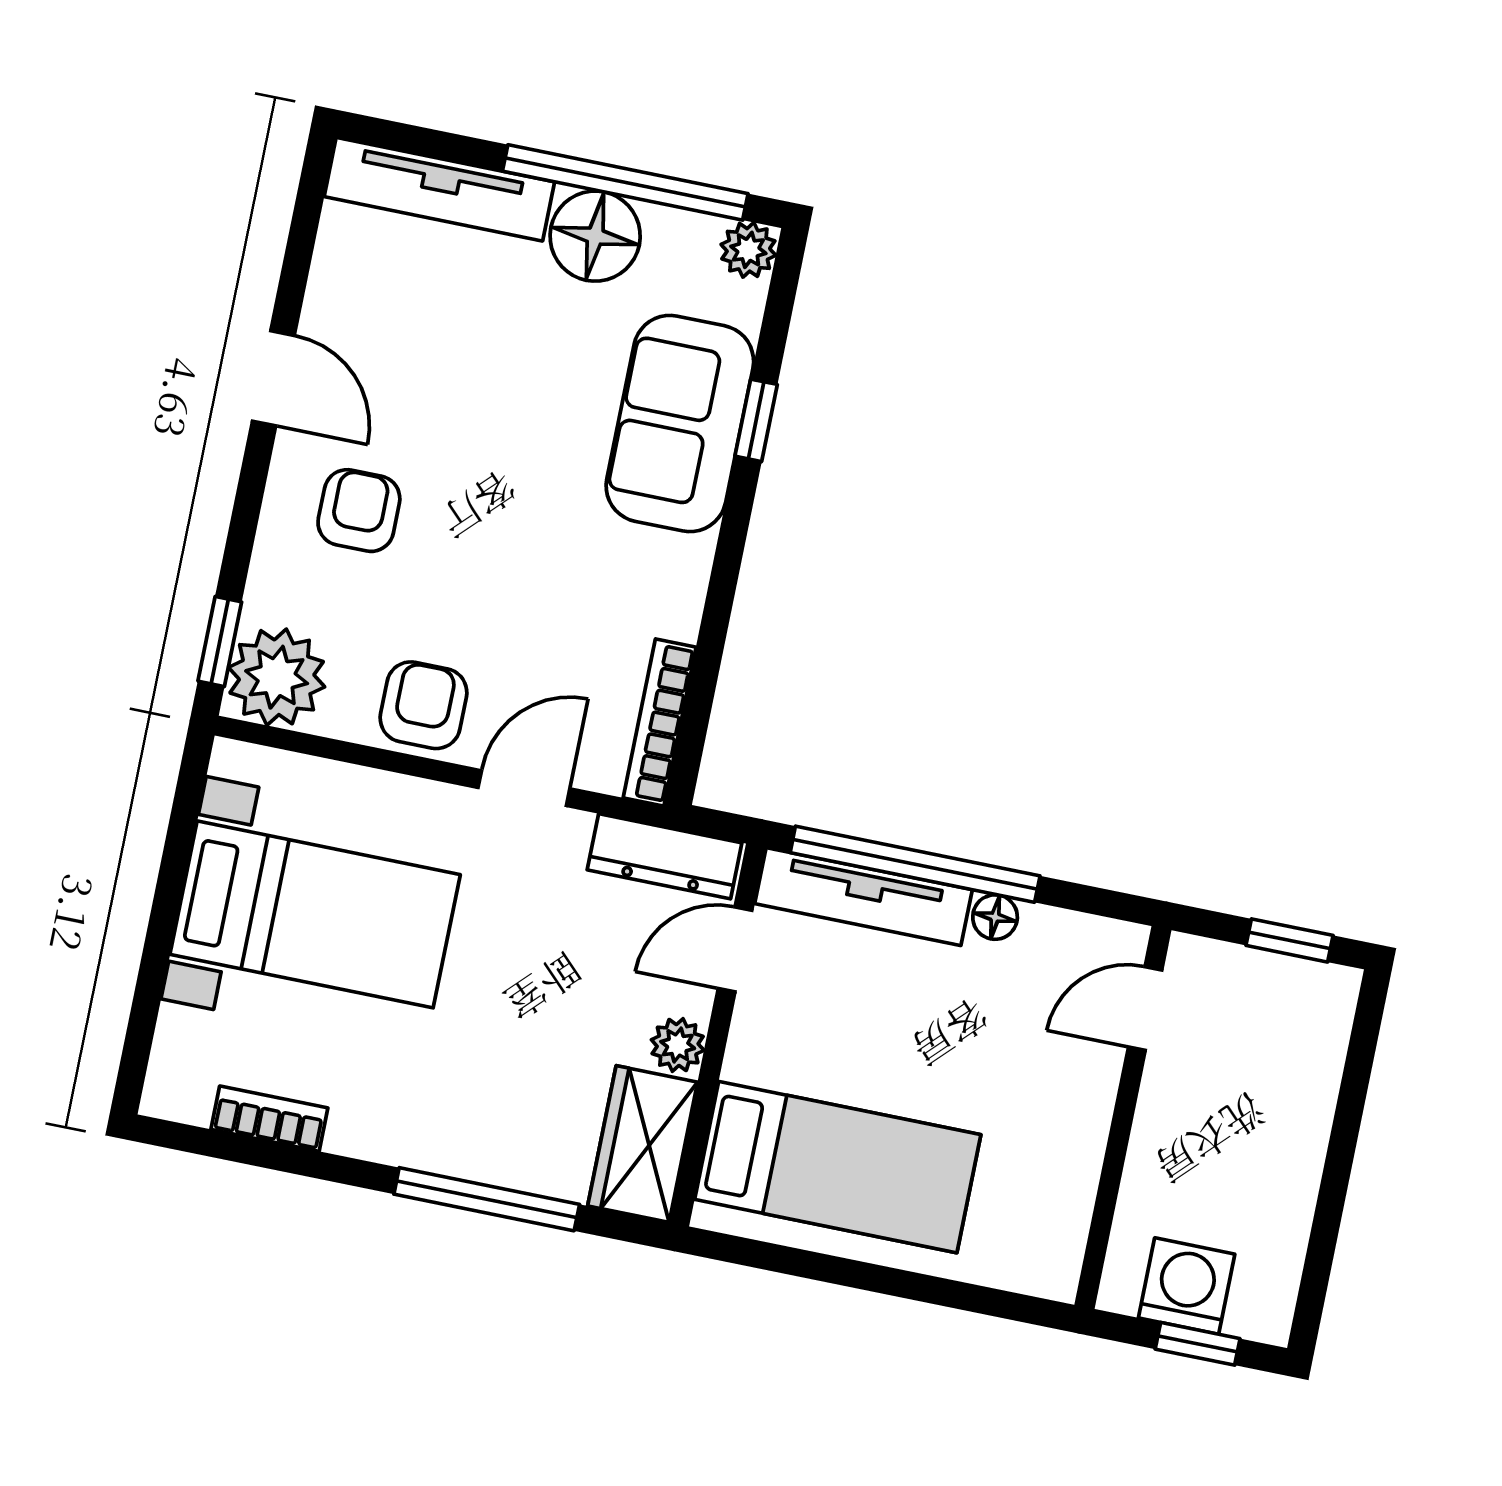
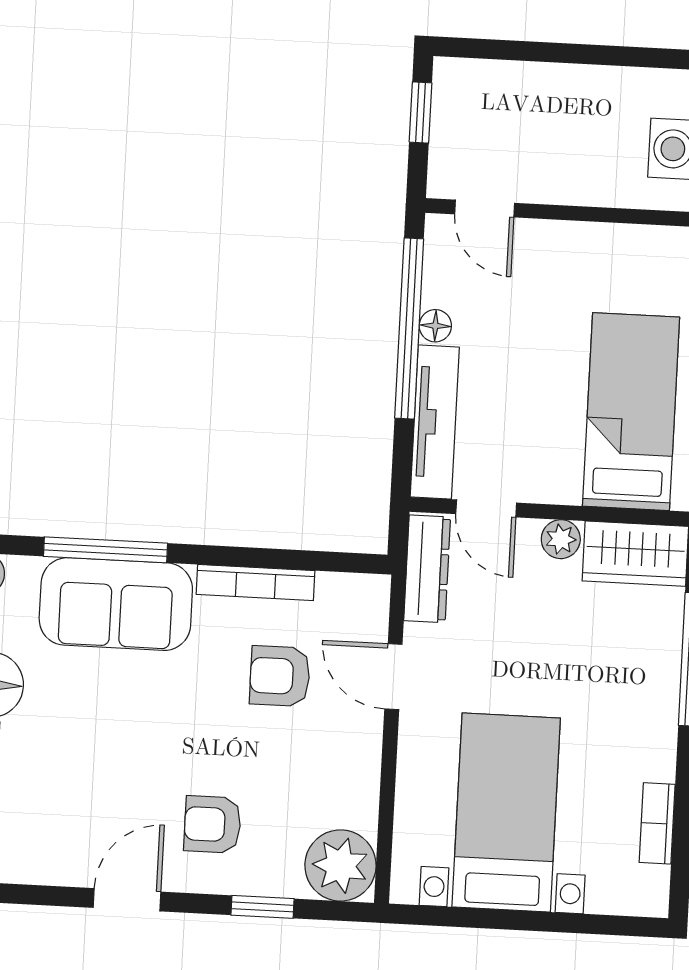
window: (756, 420) -> (105, 550), width x2.17
window: (220, 641) -> (263, 907), moved
armchair: (424, 705) -> (280, 676), moved
bookcase: (660, 723) -> (256, 583), moved
window: (915, 864) -> (409, 328), moved

